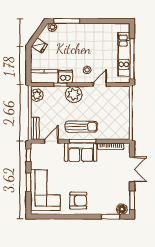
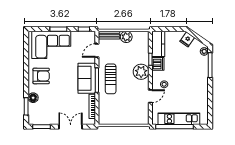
door: (100, 85) -> (150, 96), hinge flipped
plant: (37, 95) -> (126, 37), moved
door: (51, 141) -> (97, 50), swing flipped
double door: (132, 169) -> (71, 127), swing flipped
armchair: (78, 201) -> (41, 76), turned -90
floor lamp: (122, 209) -> (33, 98), moved

